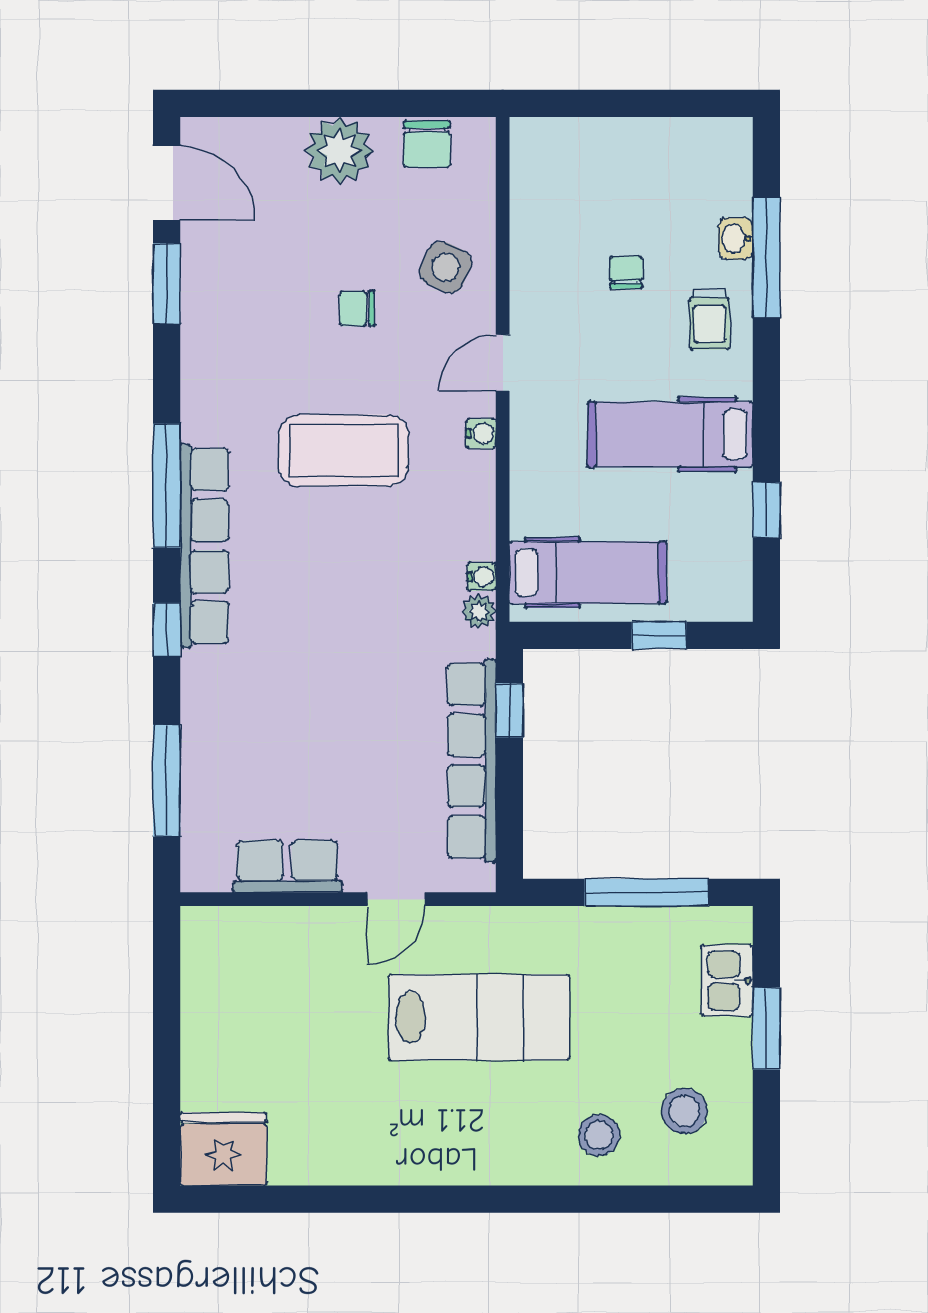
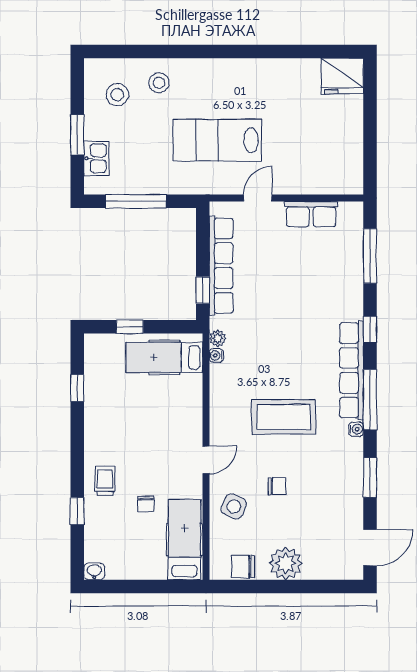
chair: (427, 144) -> (243, 567), turned -90
door: (167, 183) -> (370, 548), swing flipped
washbasin: (736, 239) -> (94, 571), moved, turned -90
window: (766, 258) -> (77, 511), width x0.46
window: (167, 284) -> (370, 478), moved
water cooler: (481, 433) -> (356, 429), moved, turned 180
hospital bed: (670, 434) -> (184, 539), moved, turned -90

